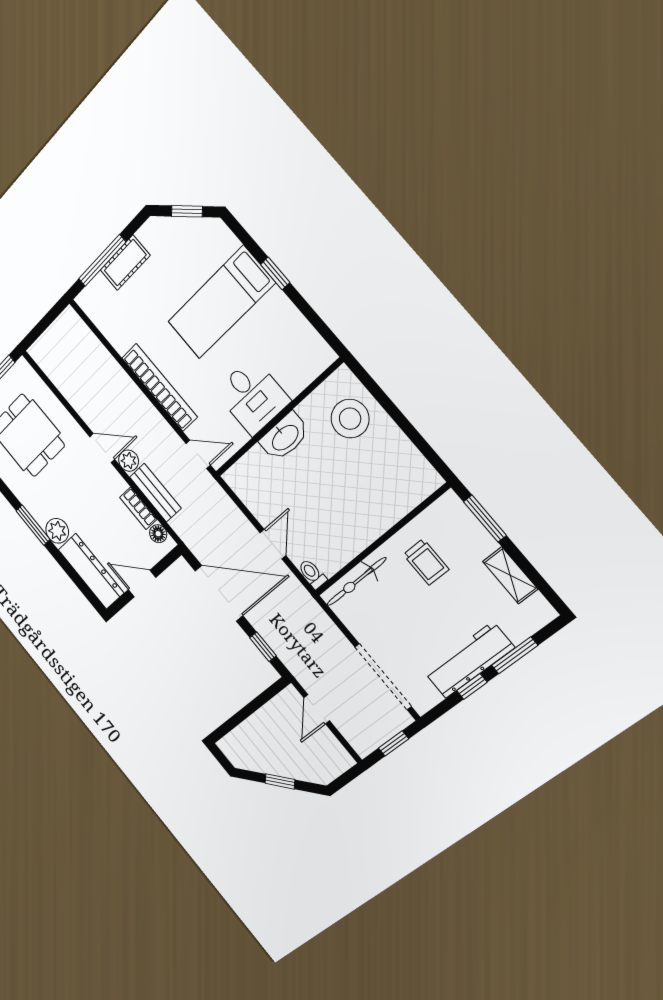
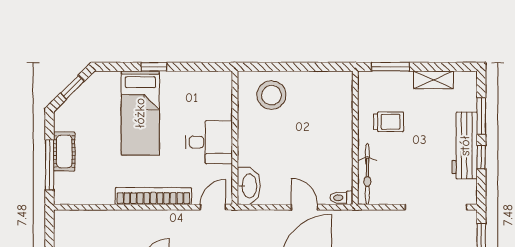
washbasin: (285, 437) -> (249, 186), moved

